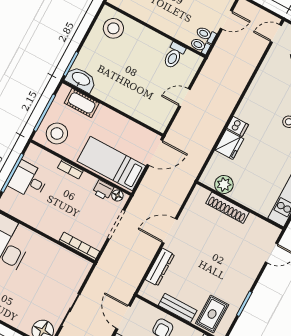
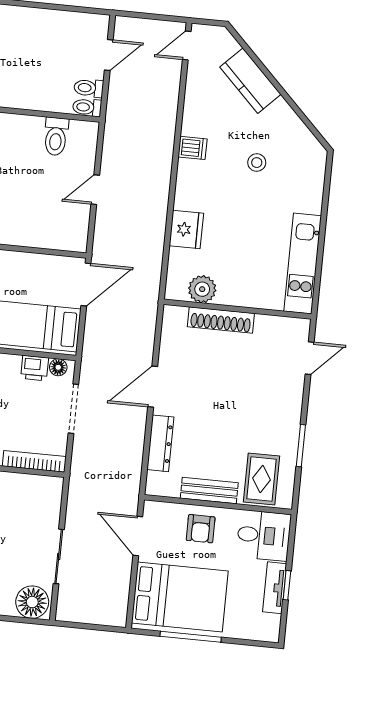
dishwasher: (238, 126) -> (193, 148), moved

